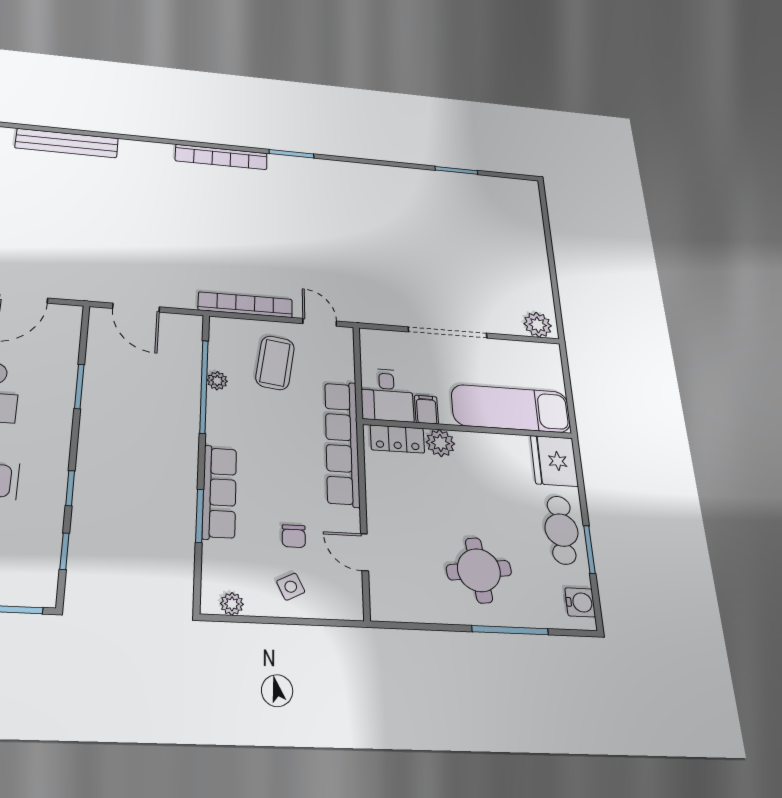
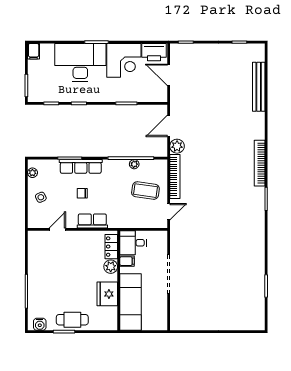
plant: (538, 325) -> (177, 146), moved
row of seats: (342, 443) -> (92, 221), width x0.50
fridge: (554, 461) -> (107, 294), moved, turned -90
chair: (294, 536) -> (82, 193), moved
round table: (479, 570) -> (52, 280), removed

